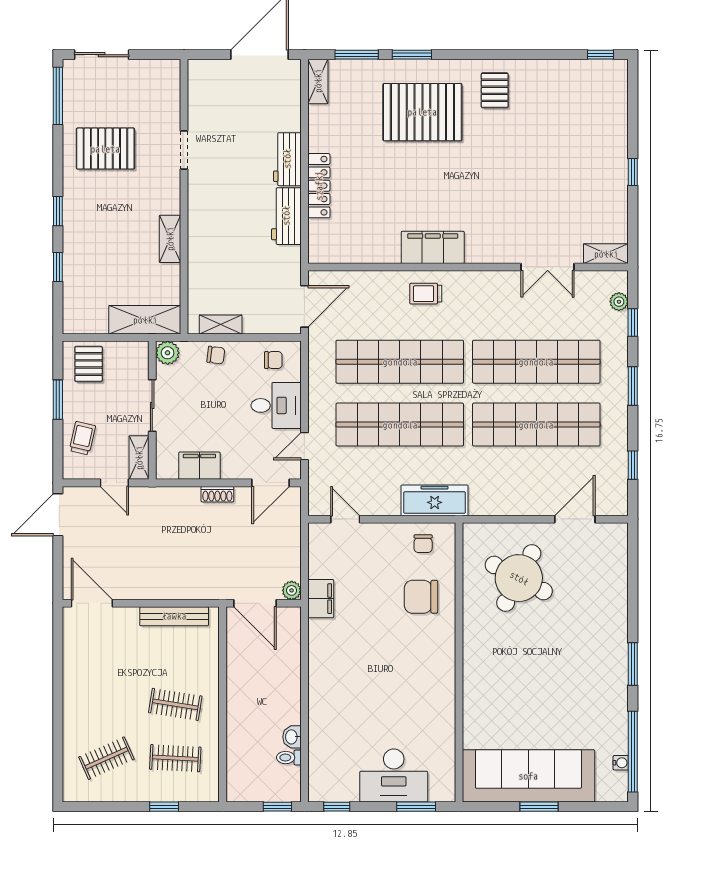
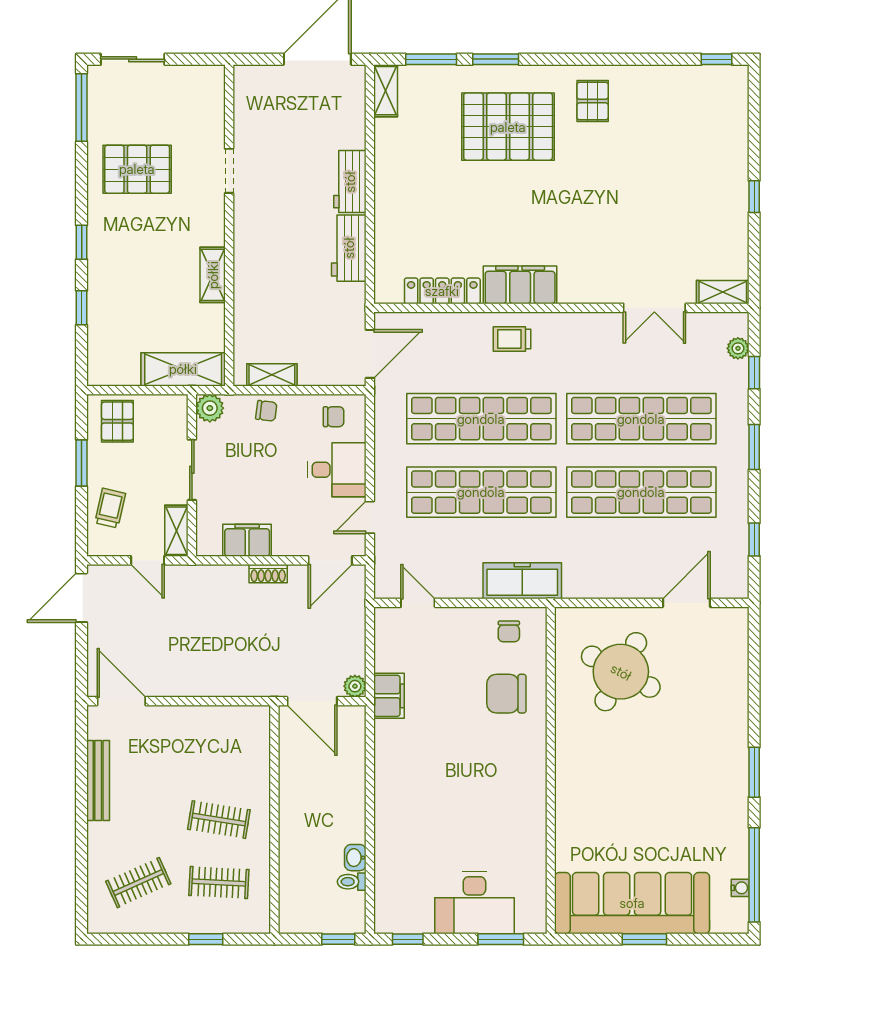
locker: (319, 186) -> (442, 291), moved, turned -90
bench: (174, 616) -> (98, 781), moved, turned 90

